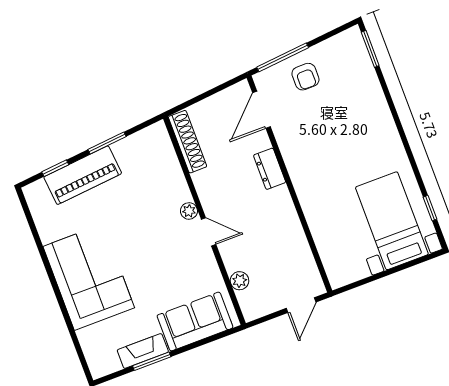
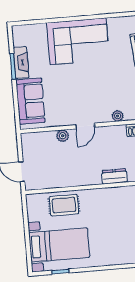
plant: (189, 211) -> (118, 116), moved
rug: (332, 230) -> (64, 205), added
plant: (240, 281) -> (63, 136), moved

